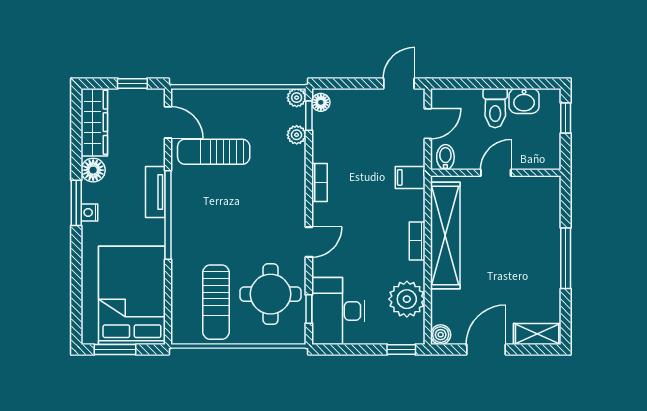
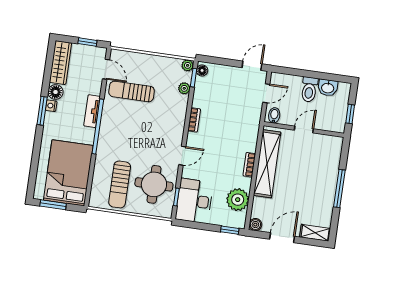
window: (566, 118) -> (350, 114), moved
filing cabinet: (410, 177) -> (251, 125), removed
nightstand: (89, 213) -> (51, 106), moved

